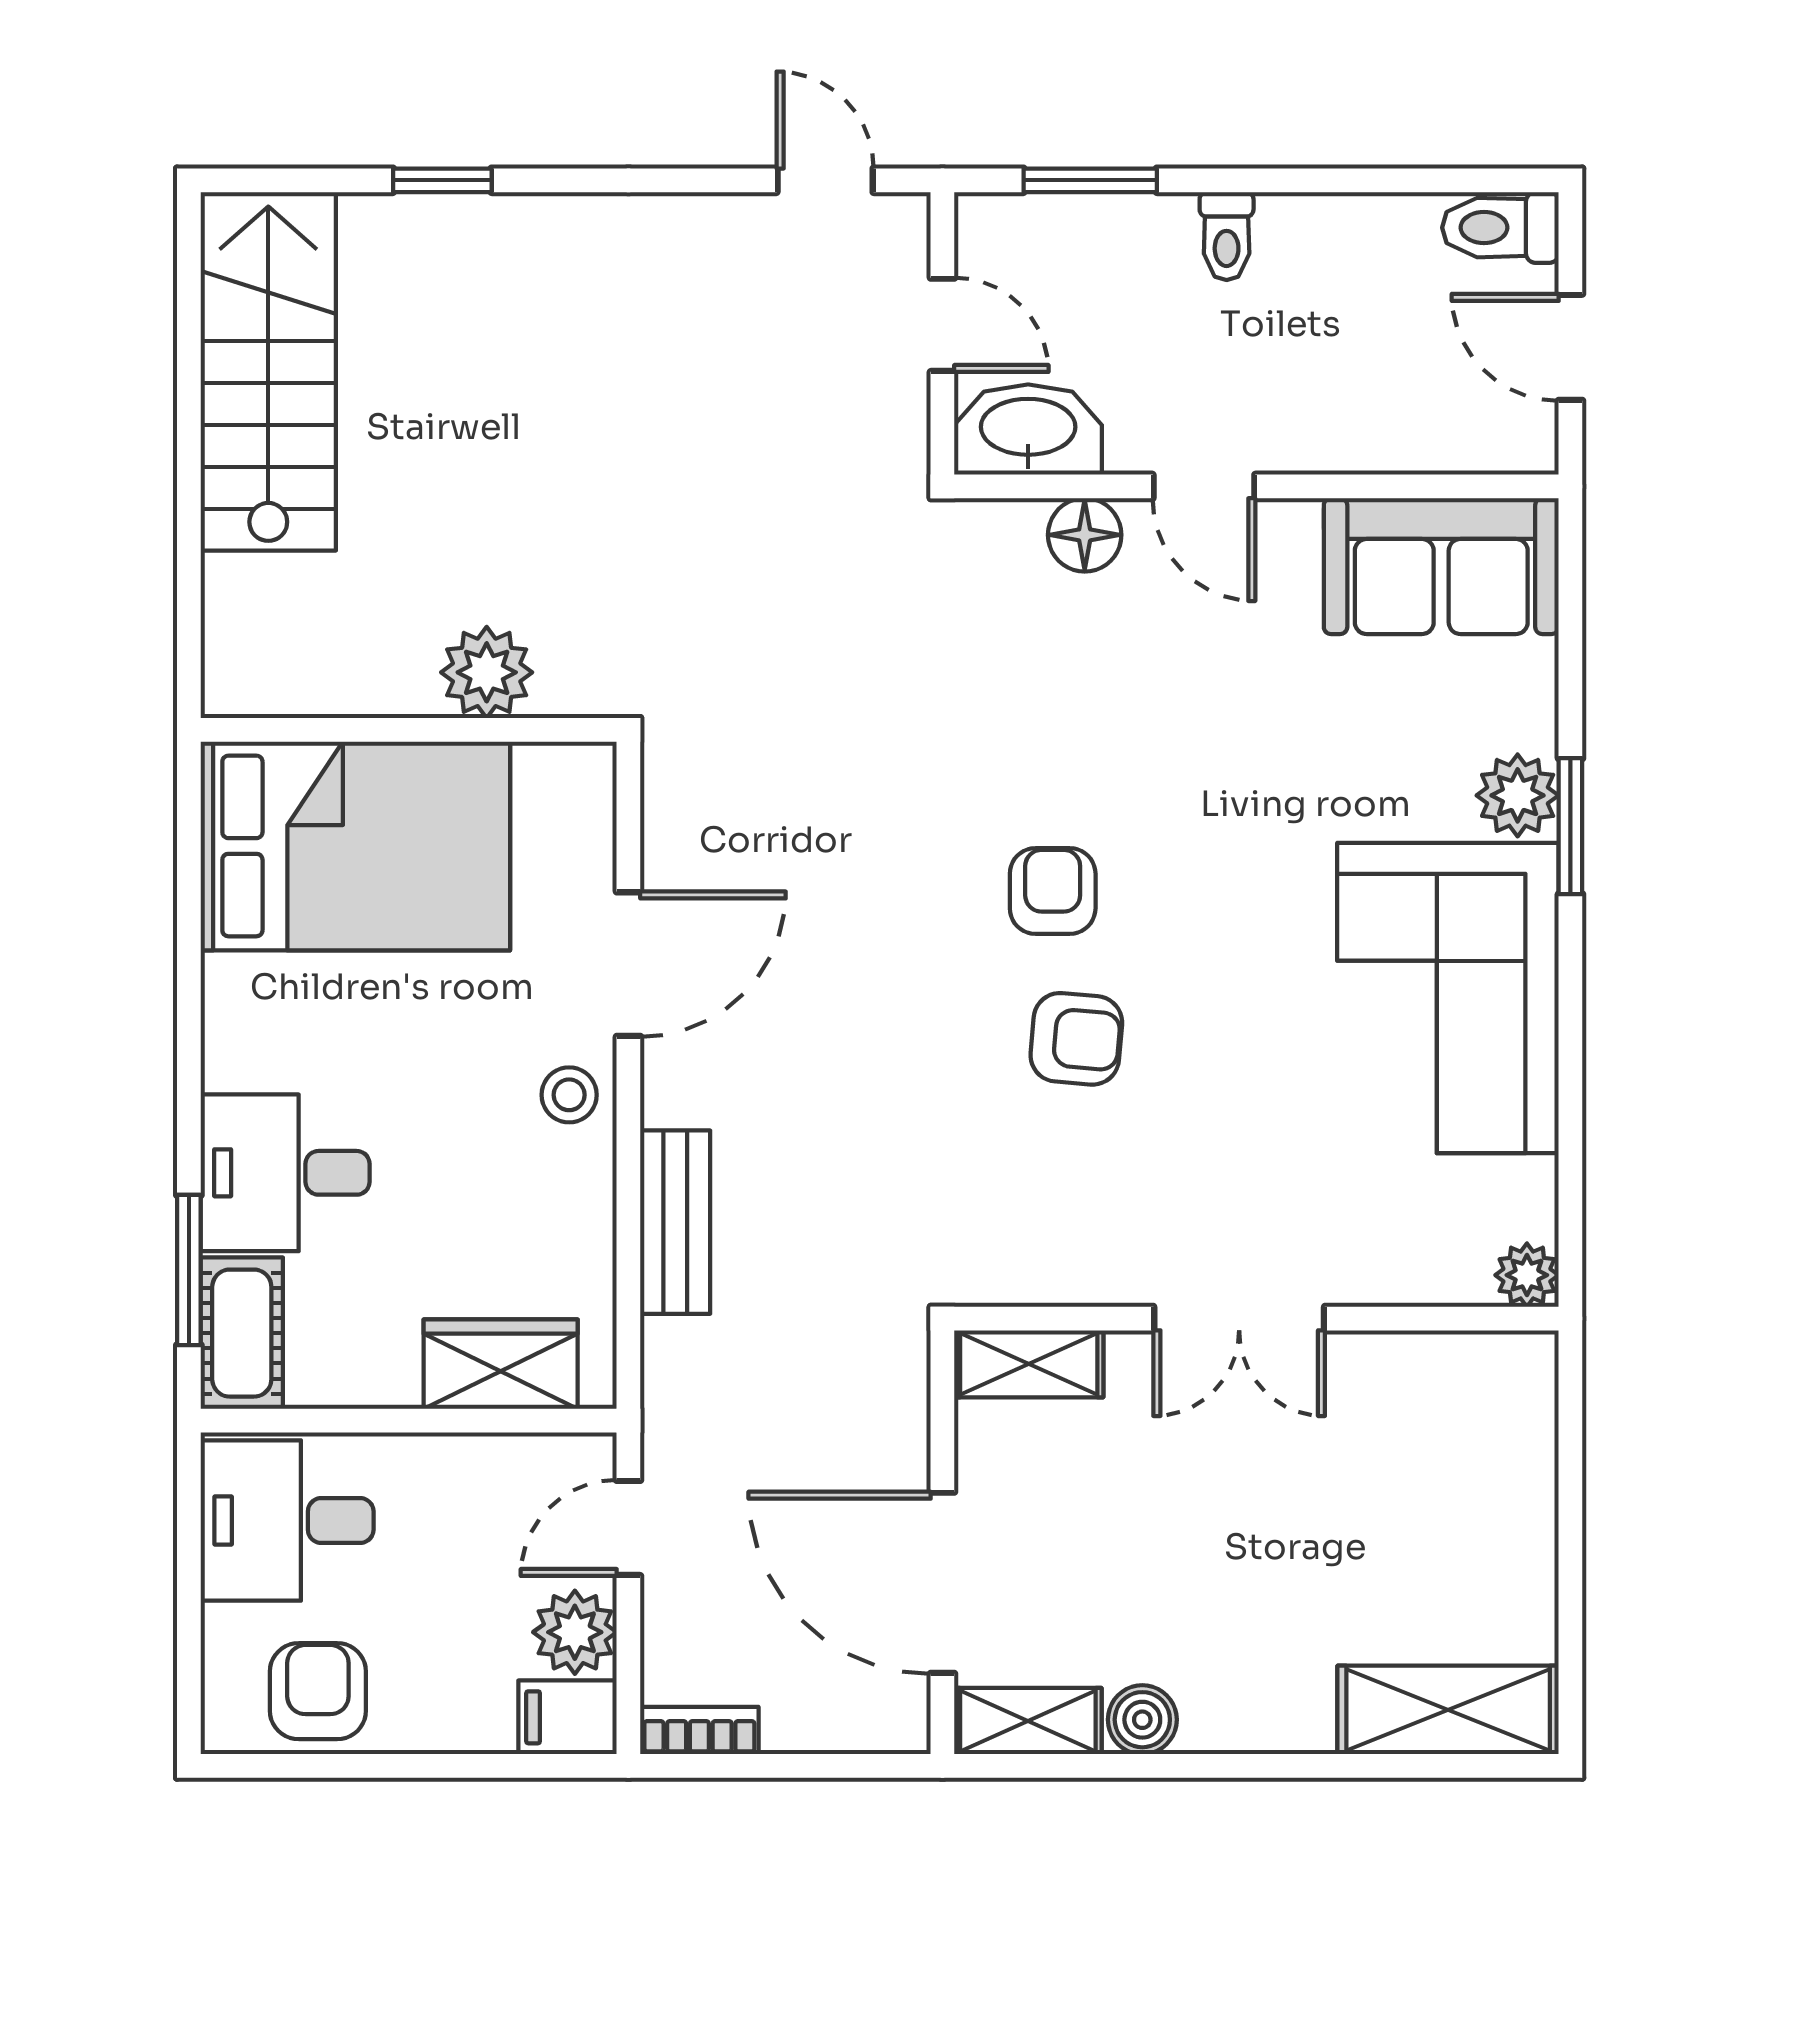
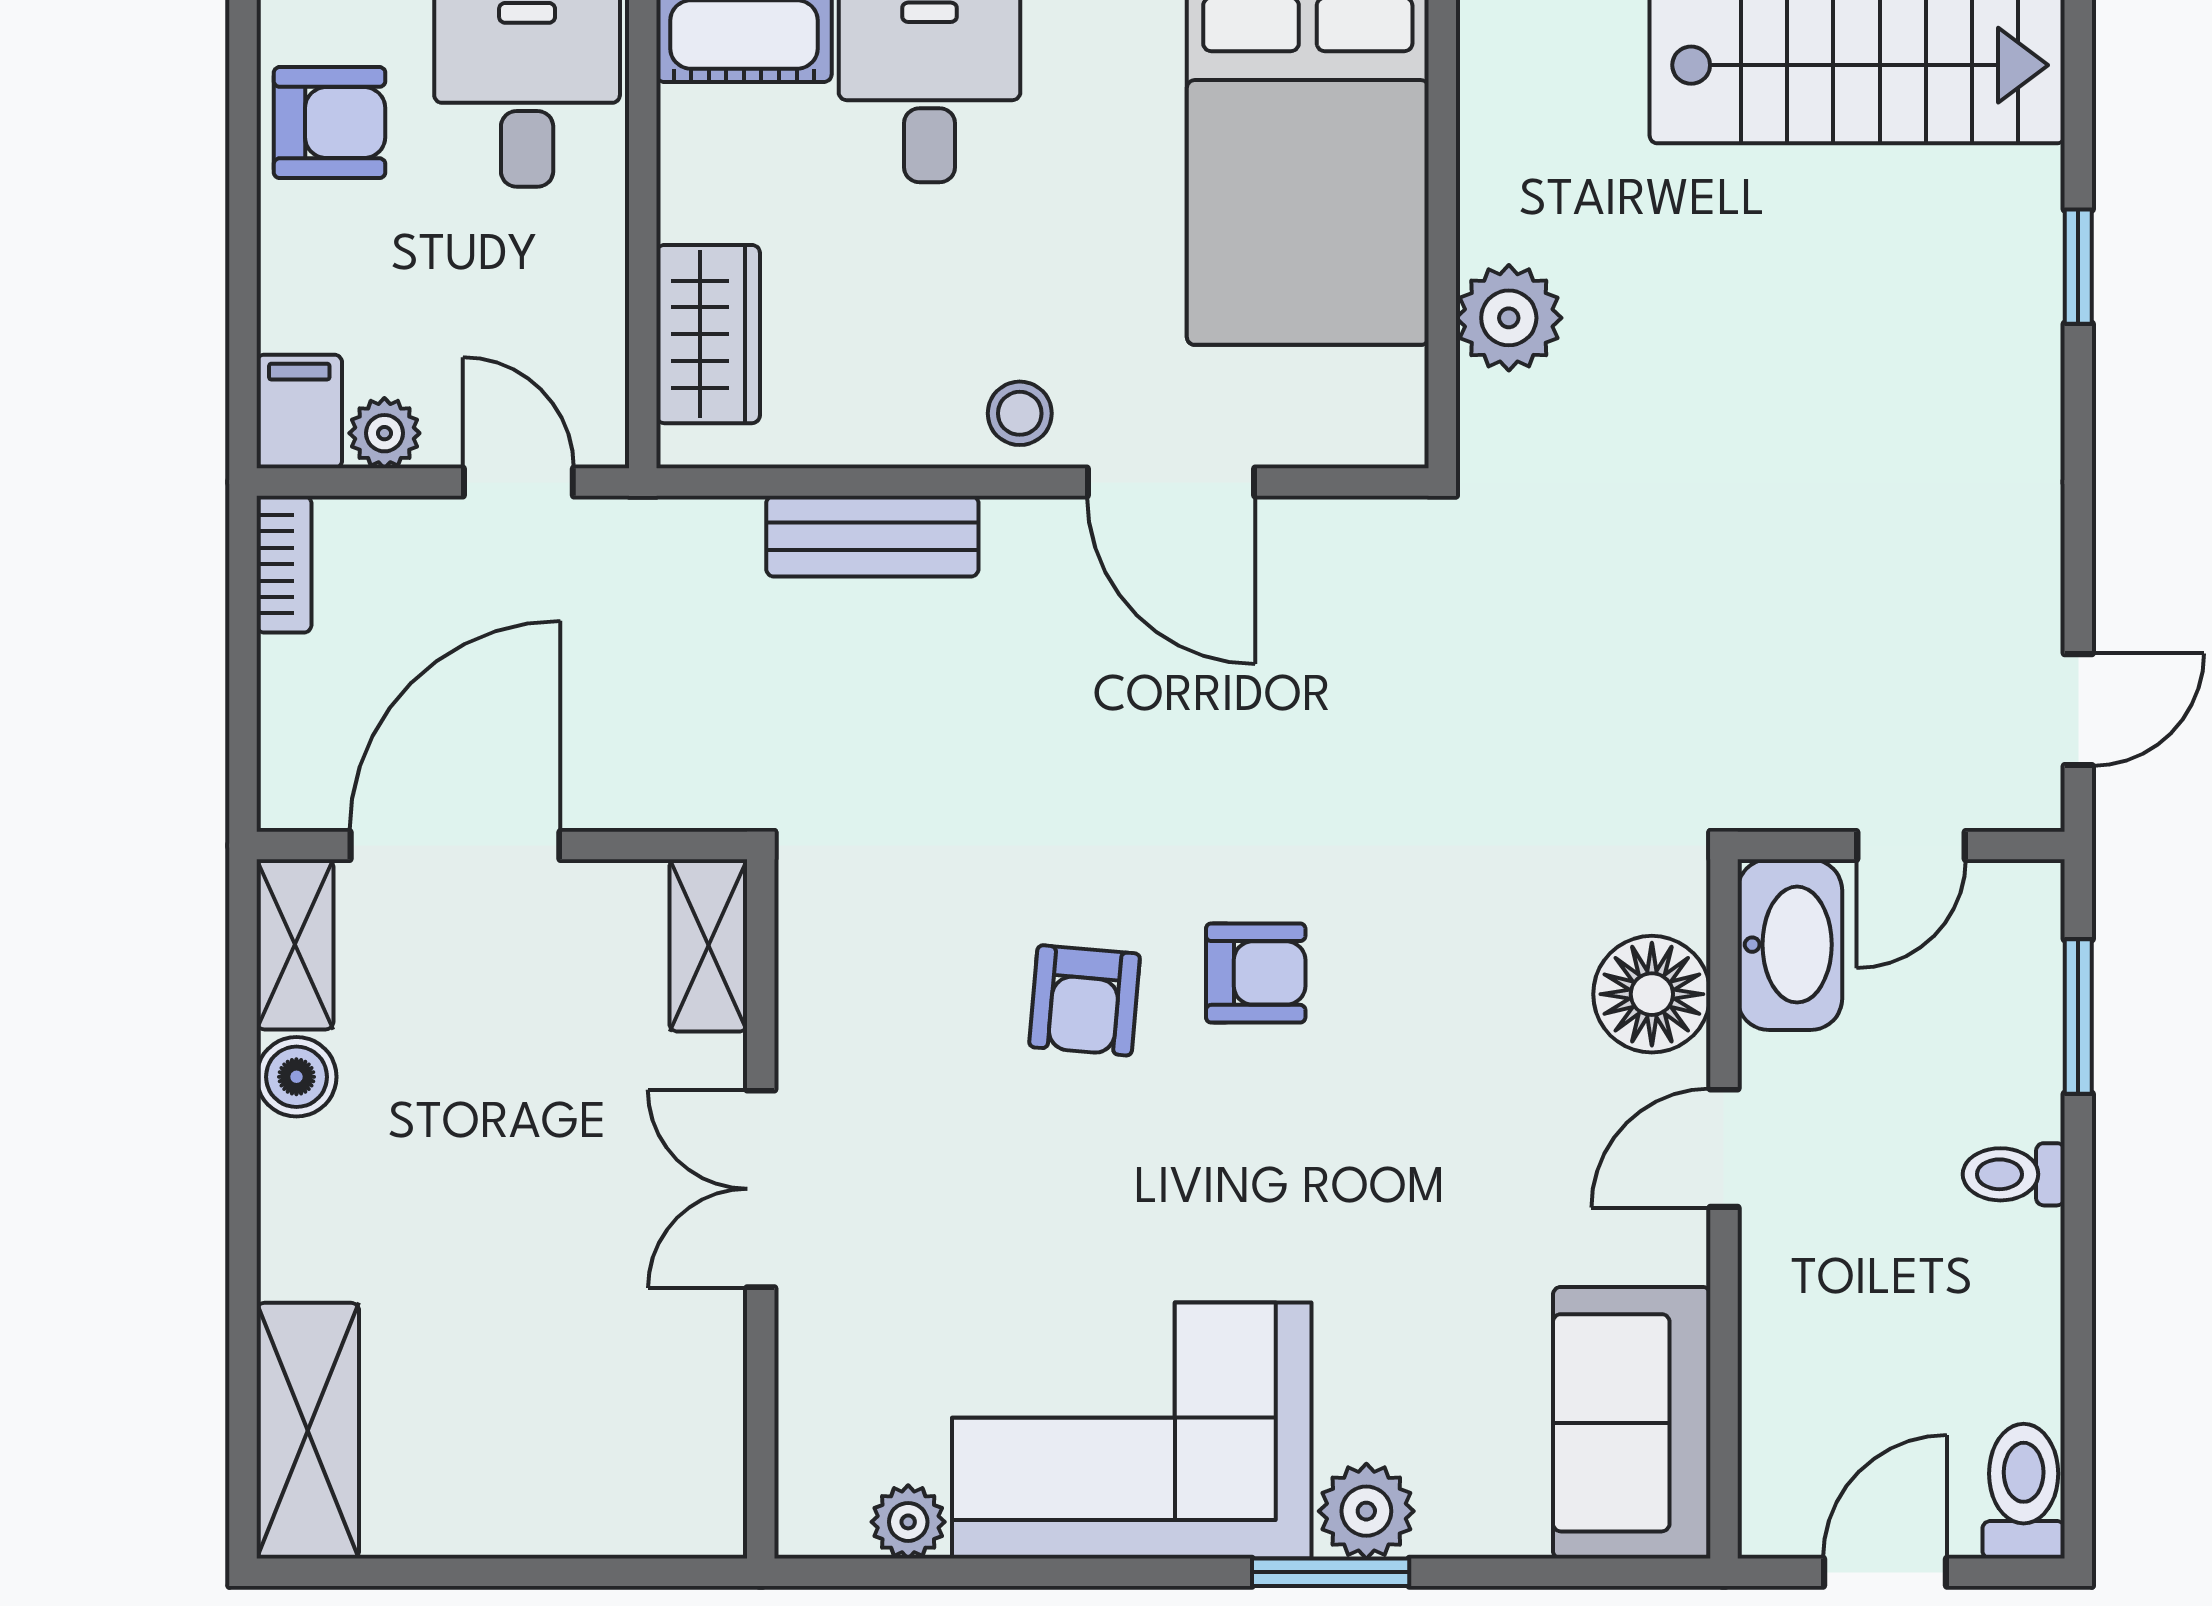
floor lamp: (1085, 535) -> (1652, 994), width x1.38, depth x1.38
plant: (1527, 1275) -> (908, 1522), moved
plant: (575, 1632) -> (384, 433), width x0.73, depth x0.73

